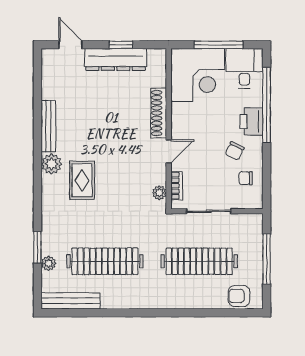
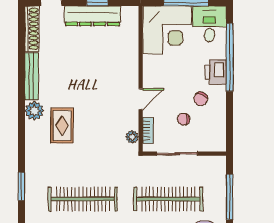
shoe rack: (159, 113) -> (32, 29), moved, turned 180
chair: (246, 178) -> (183, 119), moved
plant: (49, 263) -> (32, 201), removed

